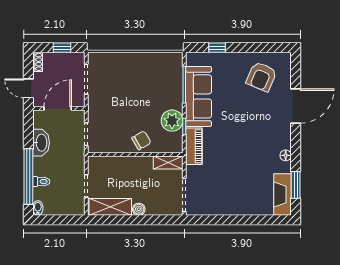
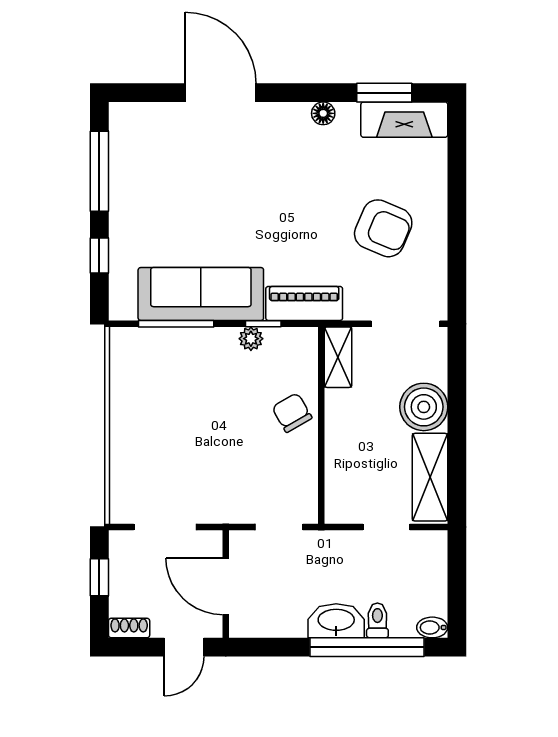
window: (258, 48) -> (99, 171), added
armchair: (261, 77) -> (383, 228), moved
plant: (172, 121) -> (251, 339), width x0.53, depth x0.53
washbasin: (41, 143) -> (336, 621), moved
boiler: (139, 209) -> (424, 407), width x1.86, depth x1.86

